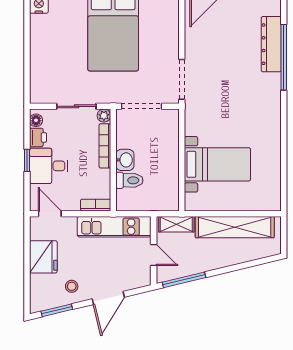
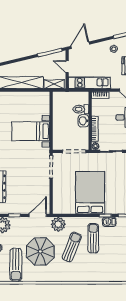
bed with nightstands: (217, 164) -> (31, 131), moved
door: (108, 298) -> (80, 45), moved

